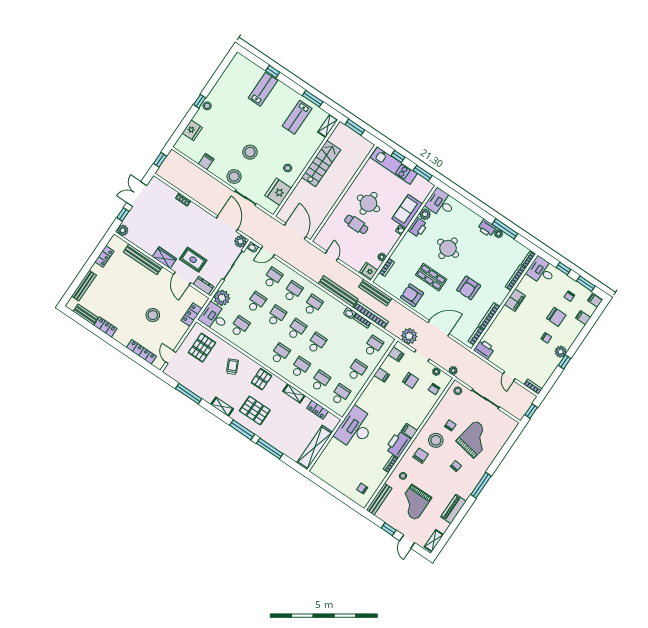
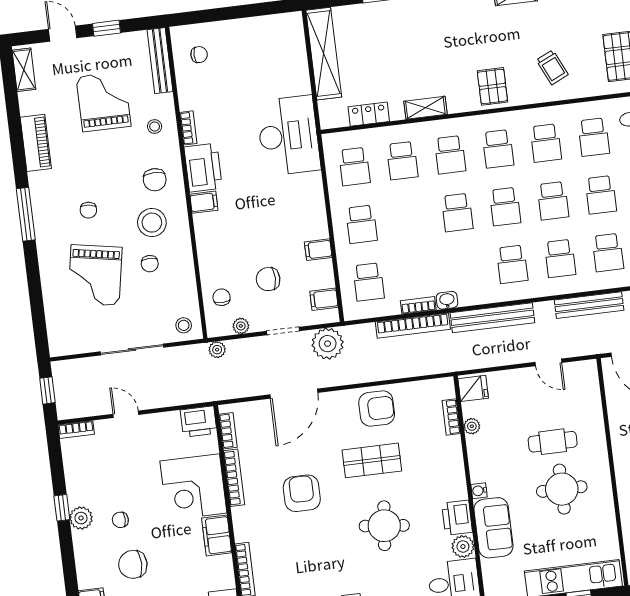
bench: (375, 292) -> (589, 305), moved
corner desk: (508, 326) -> (193, 487), added
school desk: (260, 340) -> (546, 143), added
pallet: (255, 410) -> (462, 31), removed

